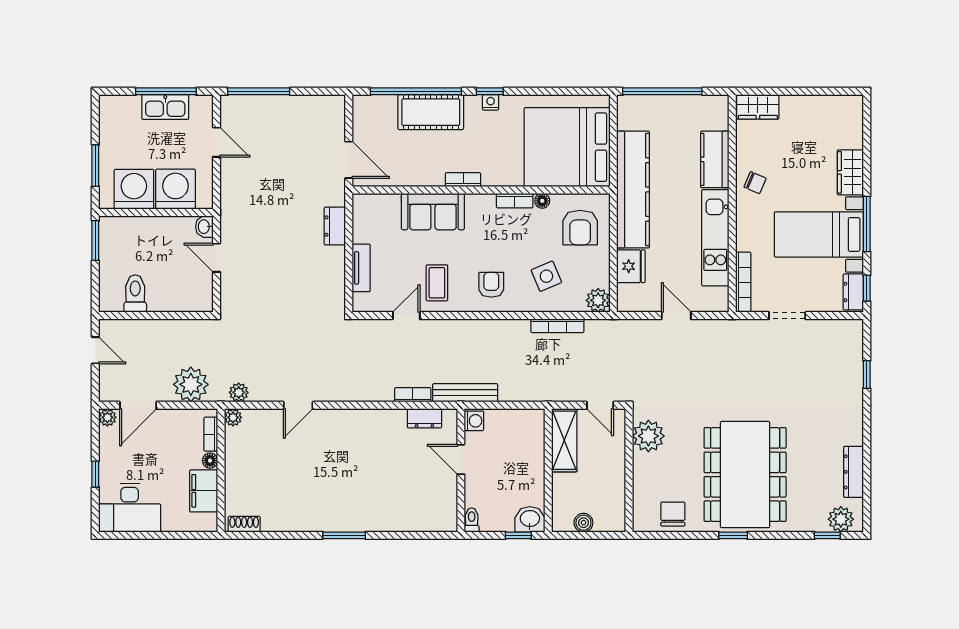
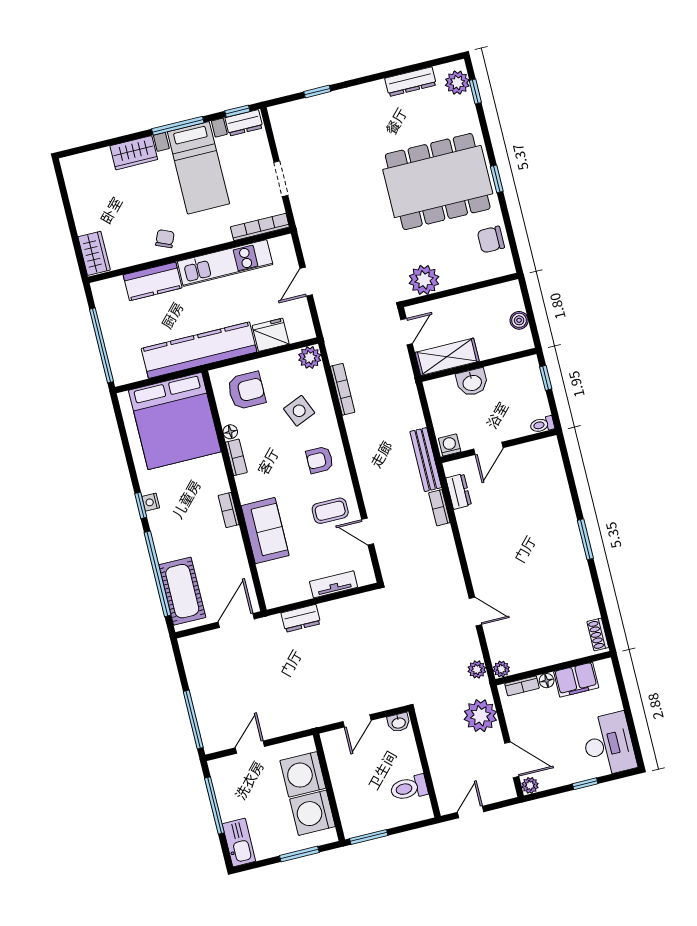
kitchen sink: (165, 107) -> (239, 843), moved
cot: (431, 112) -> (182, 591), moved
washbasin: (204, 227) -> (399, 723), moved
washbasin: (530, 519) -> (472, 382), moved, turned -90

